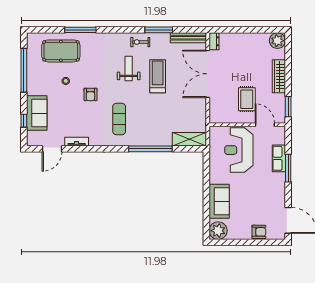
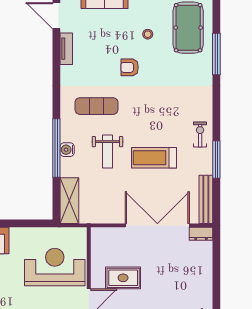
weight bench: (129, 69) -> (107, 152), moved, turned 90
treadmill: (158, 76) -> (154, 158), turned 180
water cooler: (152, 141) -> (67, 150), added

